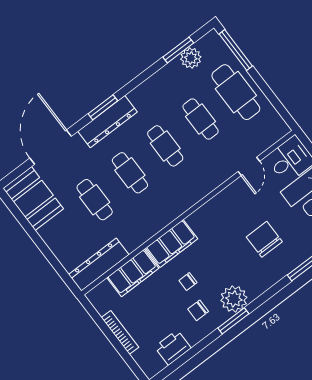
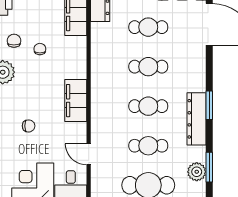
window: (103, 107) -> (209, 105), moved
dresser: (108, 122) -> (197, 119), moved
chair: (264, 239) -> (29, 126), width x0.54, depth x0.54
filing cabinet: (172, 243) -> (76, 101), moved

